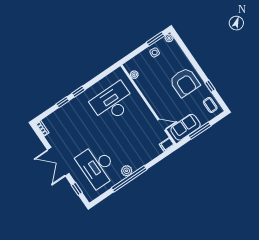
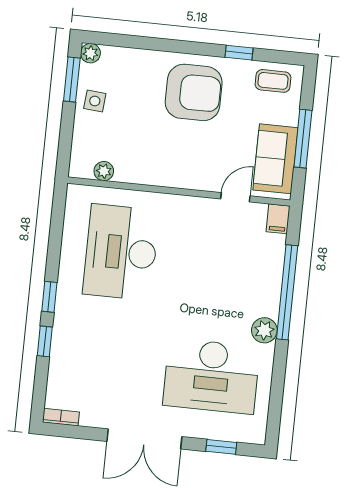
window: (129, 179) -> (287, 292), moved

